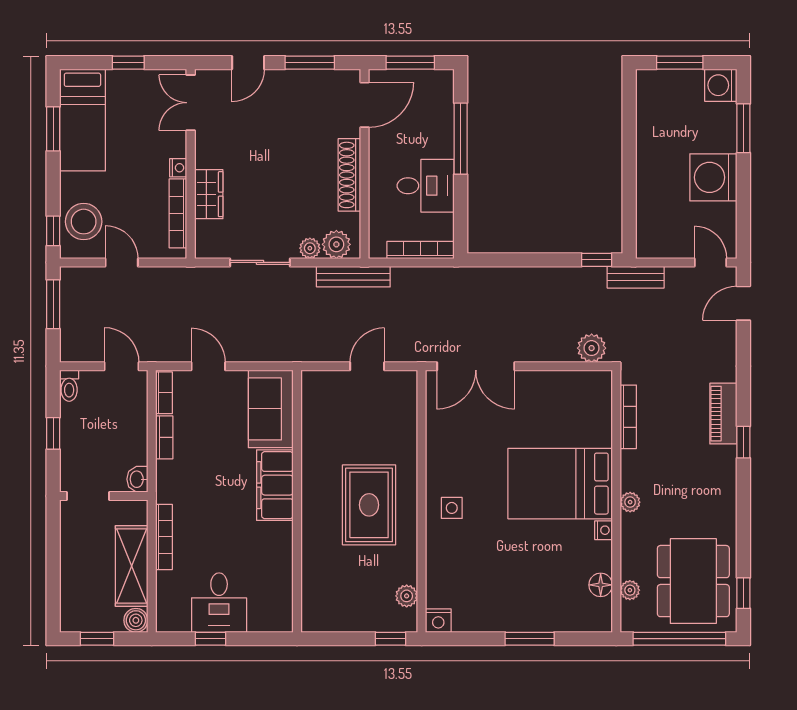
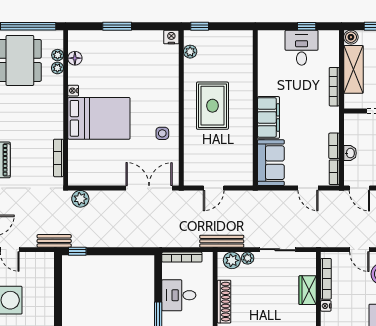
washbasin: (137, 479) -> (350, 153), moved
plant: (630, 502) -> (57, 68), moved
side table: (452, 508) -> (162, 133), moved

